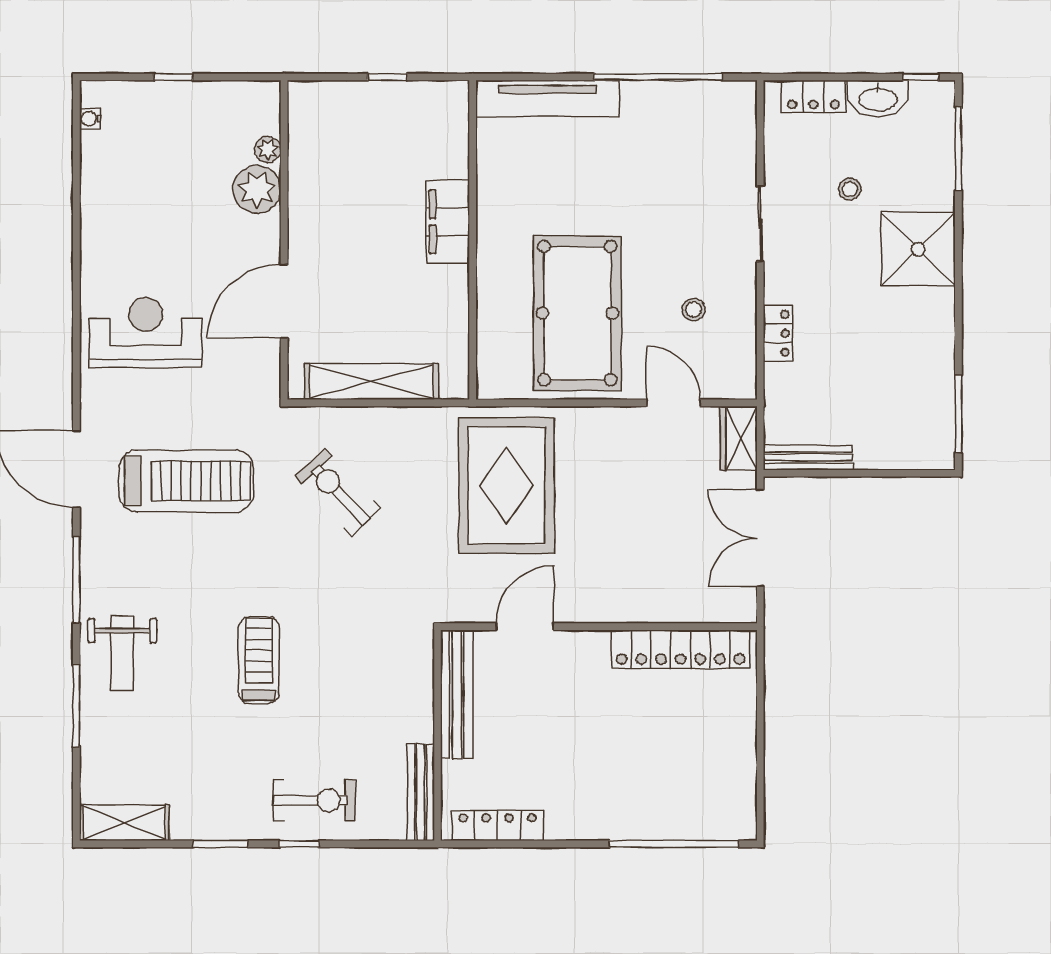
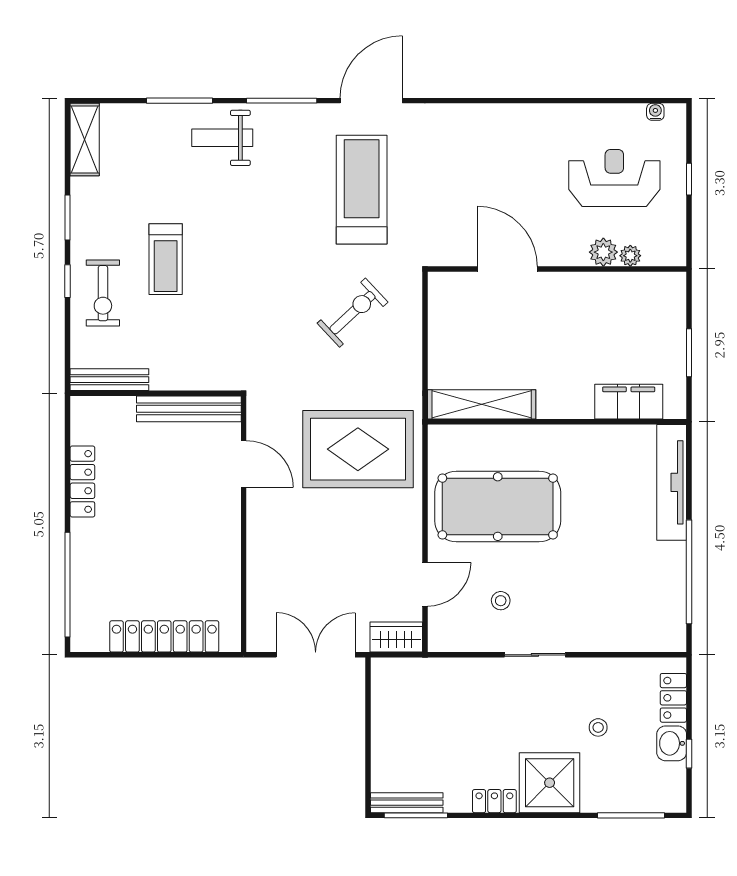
window: (387, 77) -> (689, 353), width x1.50
window: (921, 77) -> (689, 754), moved
washbasin: (878, 98) -> (672, 743), width x0.72
plant: (257, 189) -> (603, 252), width x0.73, depth x0.73
filing cabinet: (448, 222) -> (629, 402), moved
sliding door: (760, 224) -> (535, 655), moved
reception desk: (146, 333) -> (614, 178), moved, turned -90
locker: (778, 333) -> (494, 801), moved, turned 180
shelving: (372, 382) -> (482, 404), moved, turned 90
bench: (808, 458) -> (407, 803), moved, turned 90
treadmill: (186, 481) -> (362, 190), turned 180
locker: (681, 649) -> (164, 636), moved, turned 90
treadmill: (259, 660) -> (166, 259), moved, turned 90
locker: (498, 826) -> (82, 481), moved

